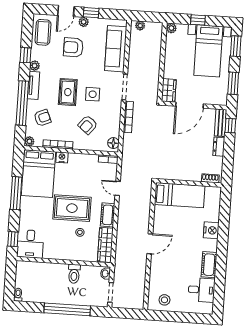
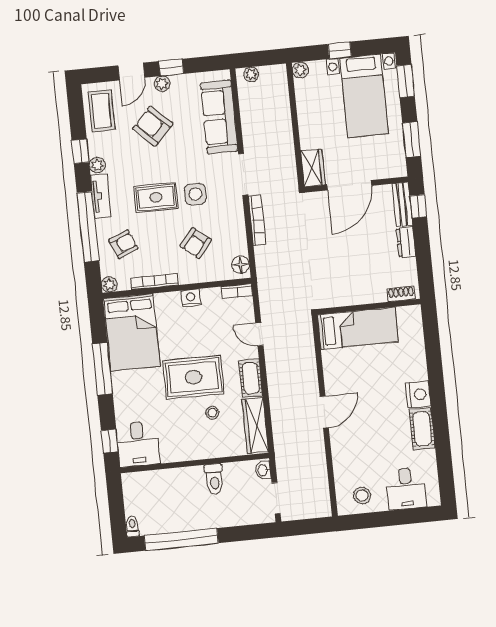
armchair: (73, 47) -> (153, 126), turned 44
rug: (68, 92) -> (156, 197), turned 90
nightstand: (62, 157) -> (191, 298), moved
nightstand: (211, 230) -> (418, 394), moved
desk: (201, 290) -> (406, 489), moved, turned 90
window: (67, 309) -> (181, 539), moved

